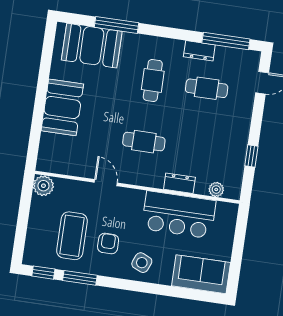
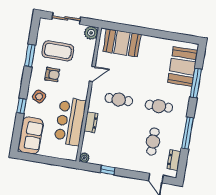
window: (226, 41) -> (187, 133), moved
dresser: (199, 51) -> (174, 160), moved
booth: (62, 107) -> (122, 43), moved
cafe table: (144, 142) -> (119, 100), turned 90
plant: (216, 189) -> (84, 158), moved
sliding door: (22, 224) -> (66, 18), added
window: (43, 273) -> (21, 106), moved

